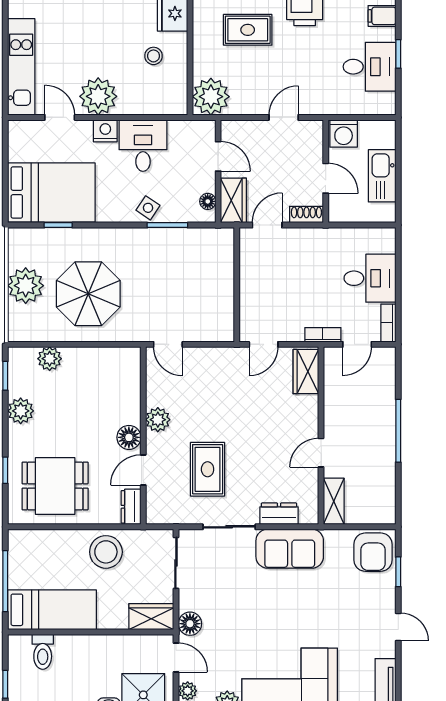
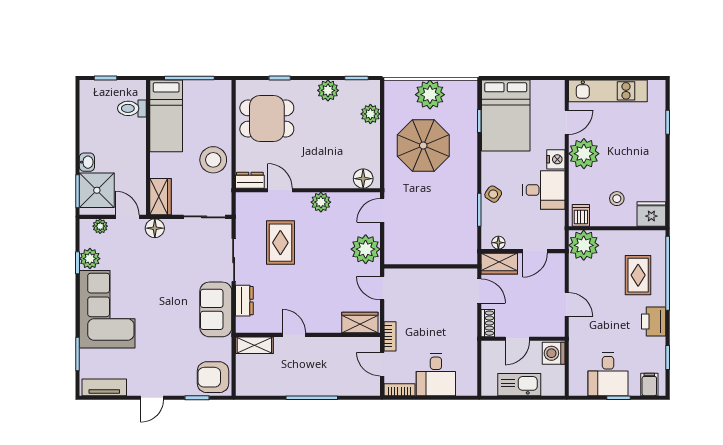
dishwasher: (174, 100) -> (581, 215), added
plant: (216, 365) -> (366, 249), added
floor lamp: (129, 437) -> (363, 179), moved
rug: (208, 469) -> (280, 243), turned 90
dining table: (55, 486) -> (267, 118), turned 90
door: (176, 657) -> (127, 217), swing flipped

